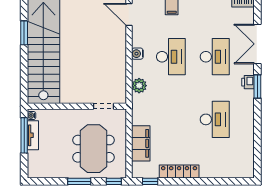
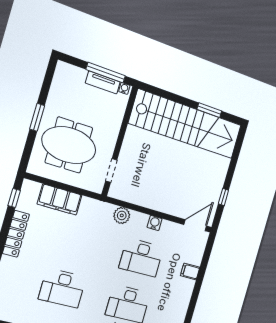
window: (114, 181) -> (26, 157), removed

